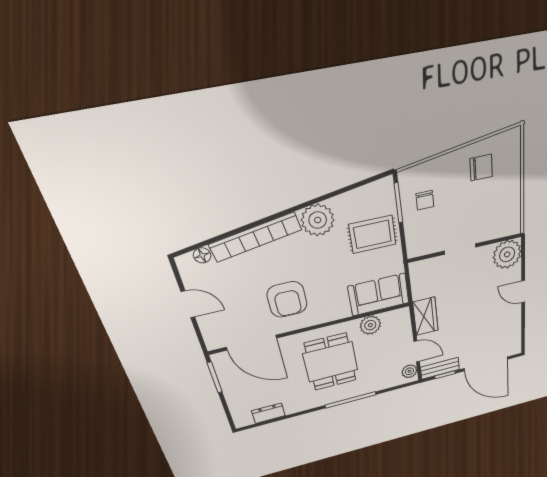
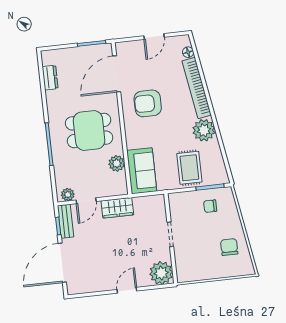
chair: (481, 168) -> (229, 247), turned 180

